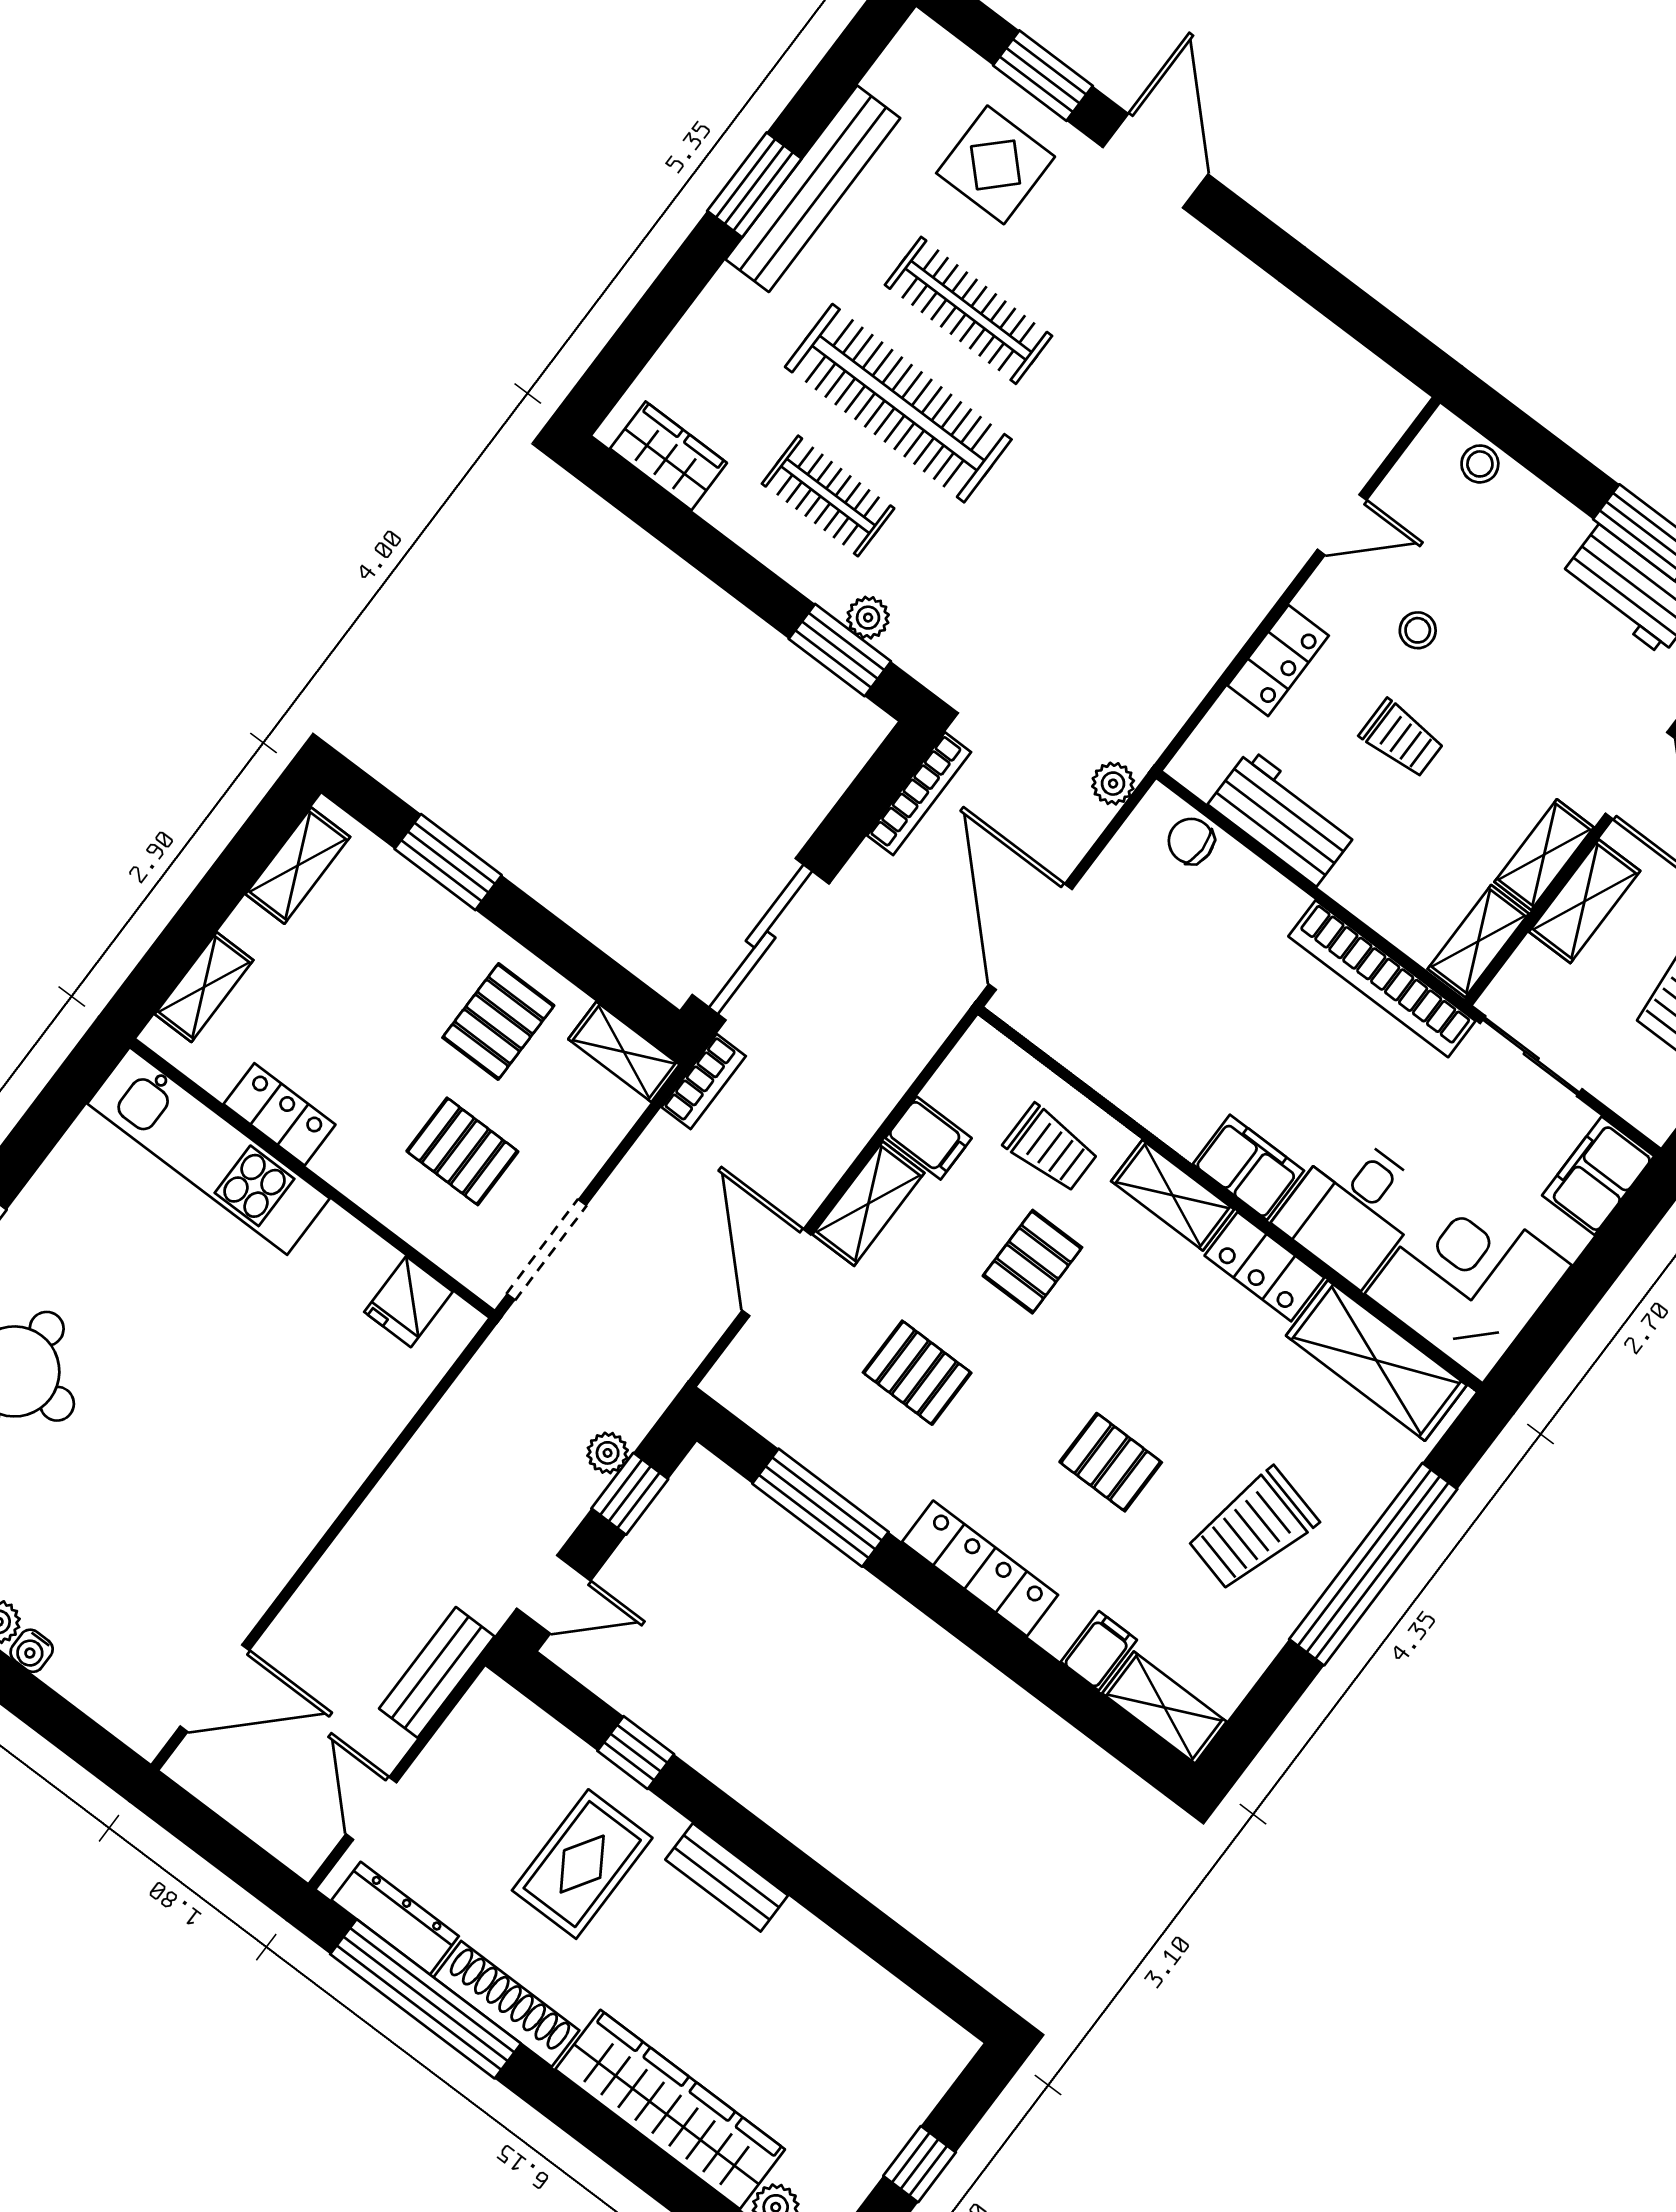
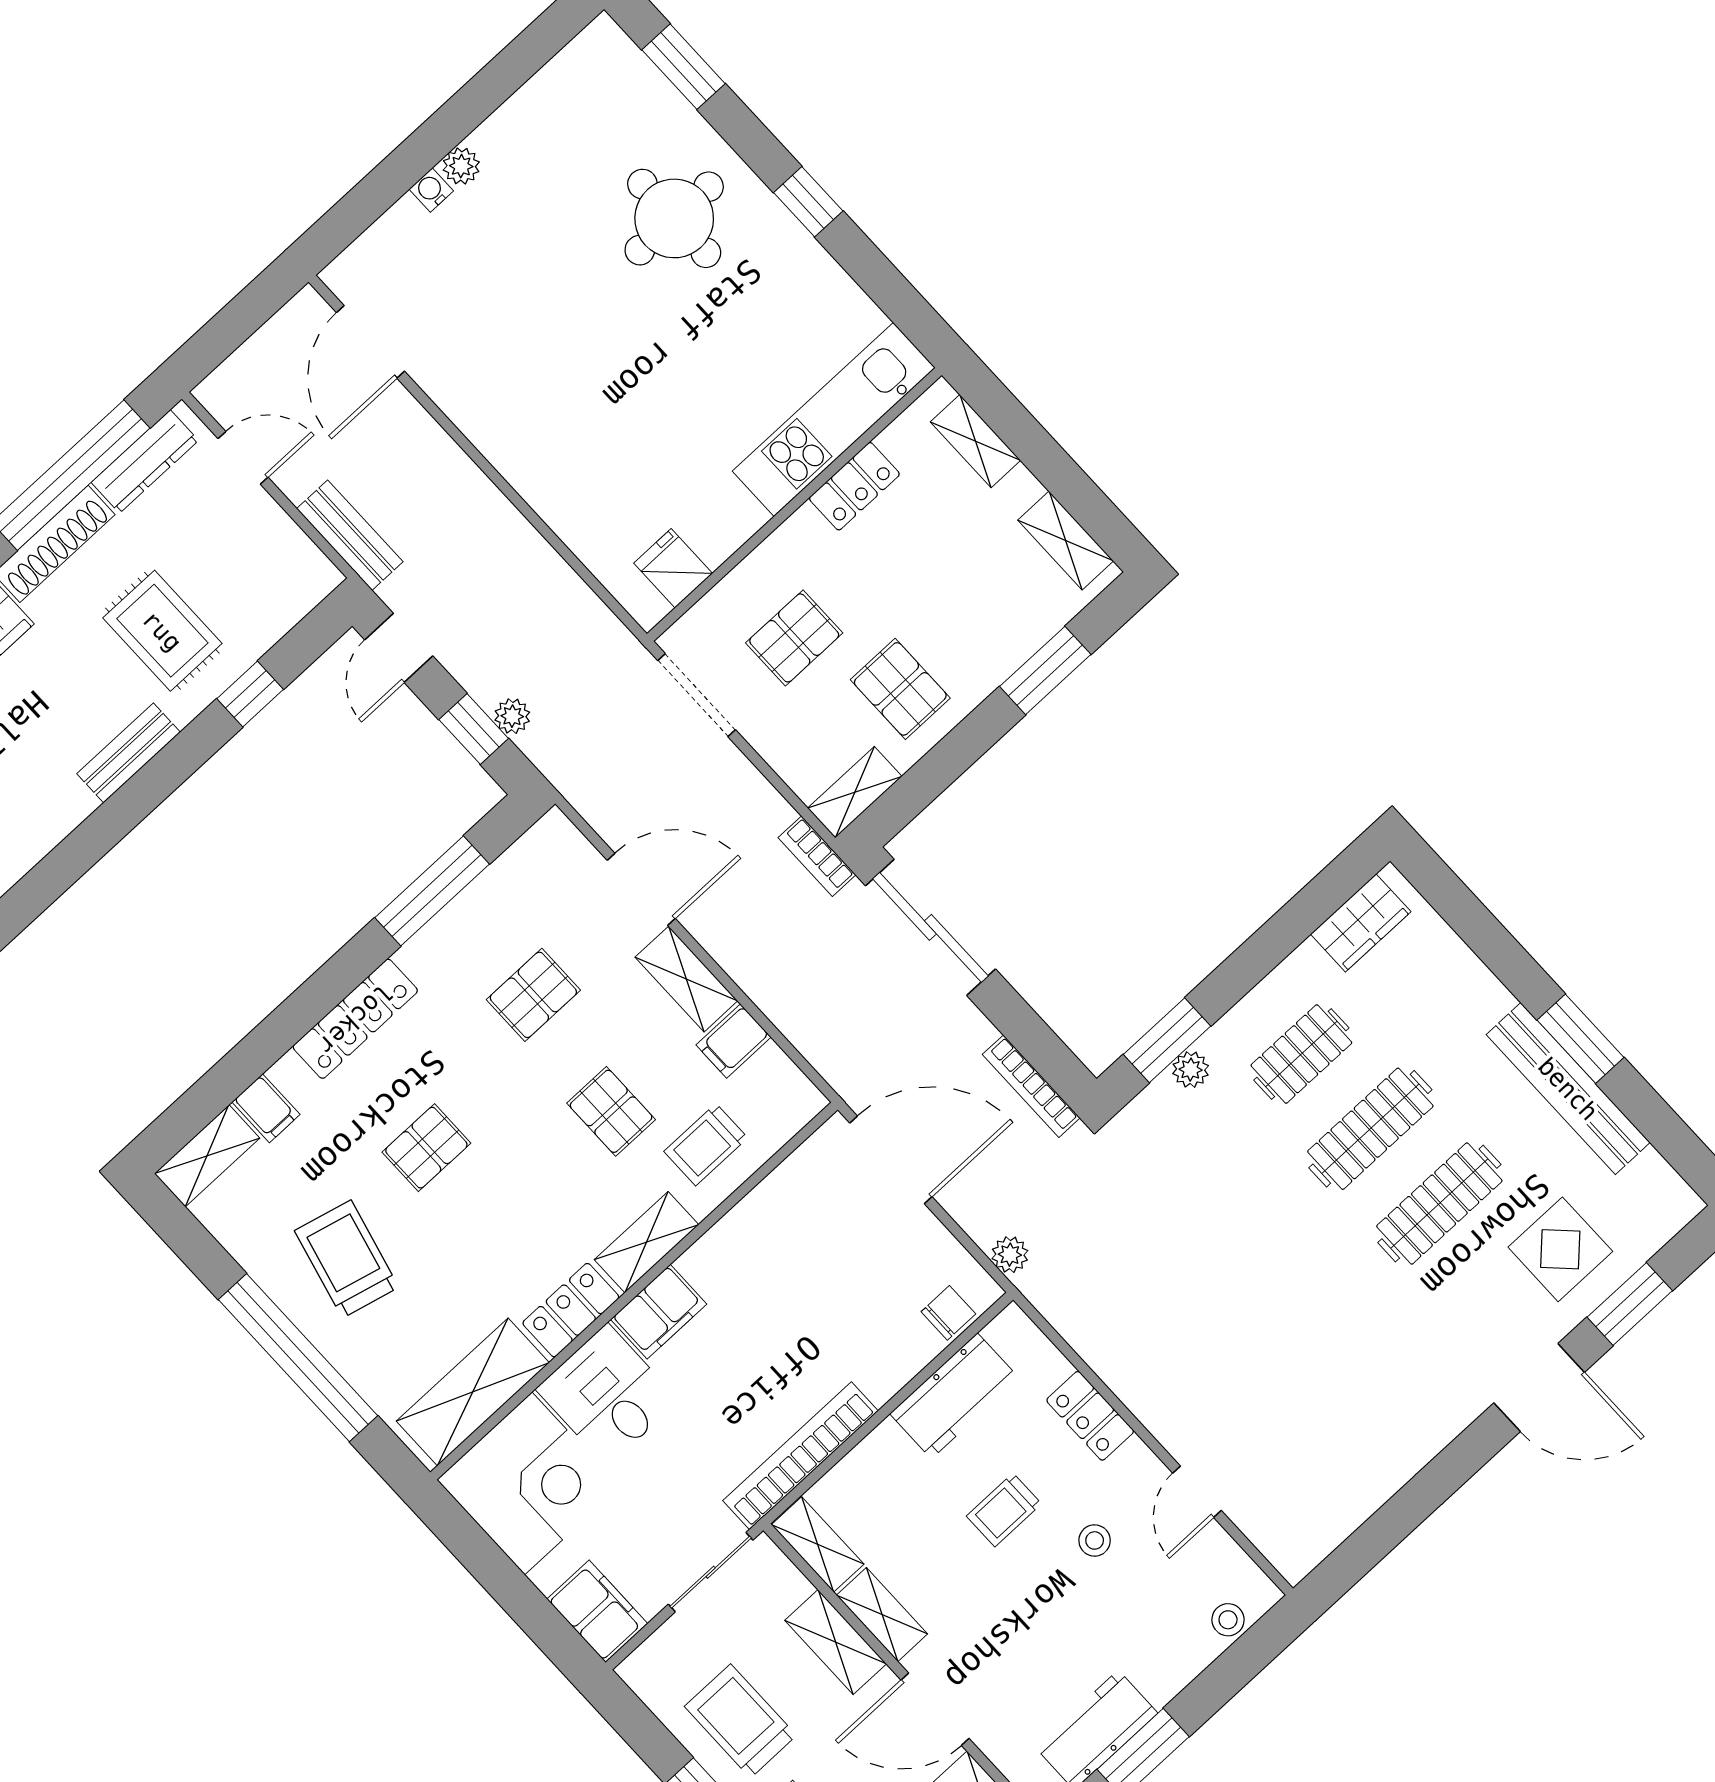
clothes rail: (898, 403) -> (1370, 1129), width x0.73, depth x0.76

